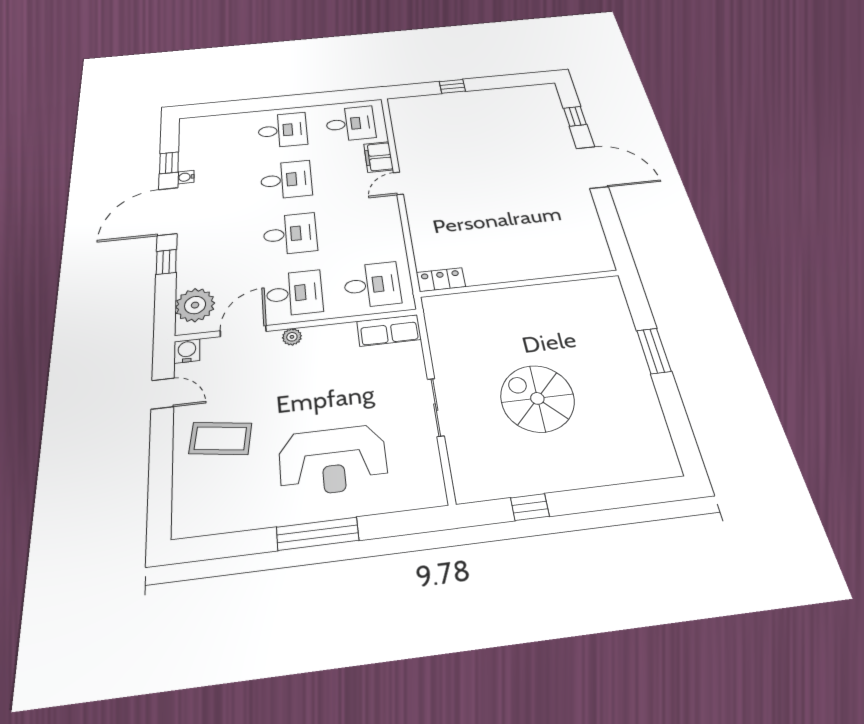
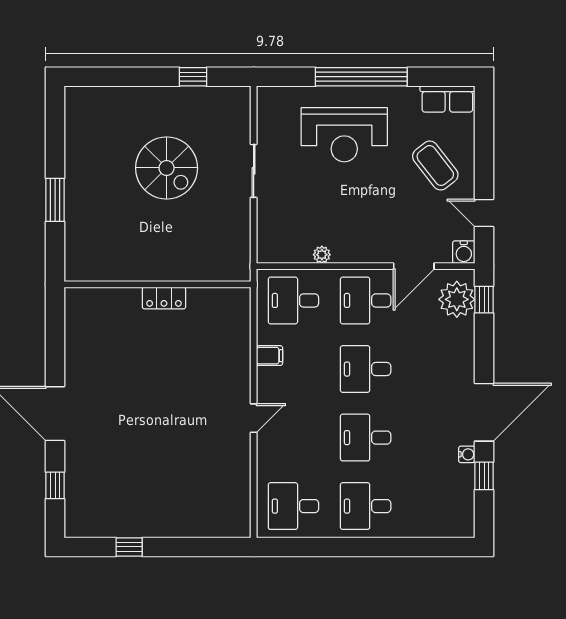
window: (452, 86) -> (129, 547), moved
filing cabinet: (378, 157) -> (269, 356), moved, width x0.50
window: (166, 262) -> (484, 300), moved
locker: (441, 280) -> (164, 298), moved
row of seats: (389, 330) -> (447, 99), moved, turned 180
plant: (292, 337) -> (322, 255), moved
coffee table: (220, 438) -> (435, 166), turned 44
reception desk: (333, 460) -> (344, 135), turned 180
window: (317, 534) -> (361, 77), width x1.46

